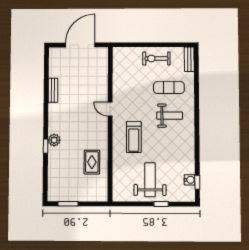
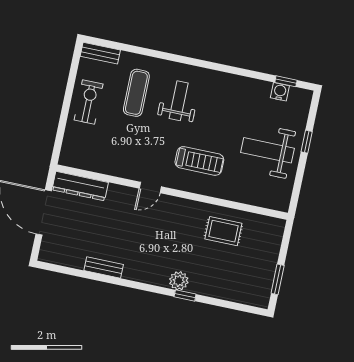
exercise bike: (156, 58) -> (89, 102), turned 180
dresser: (102, 65) -> (80, 186), added

